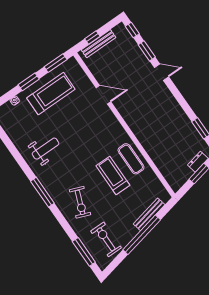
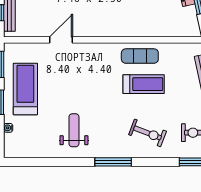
treadmill: (113, 175) -> (144, 84), turned 180

